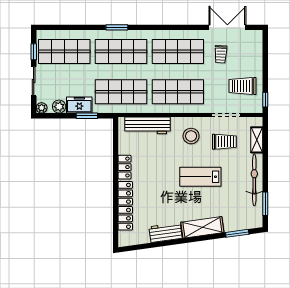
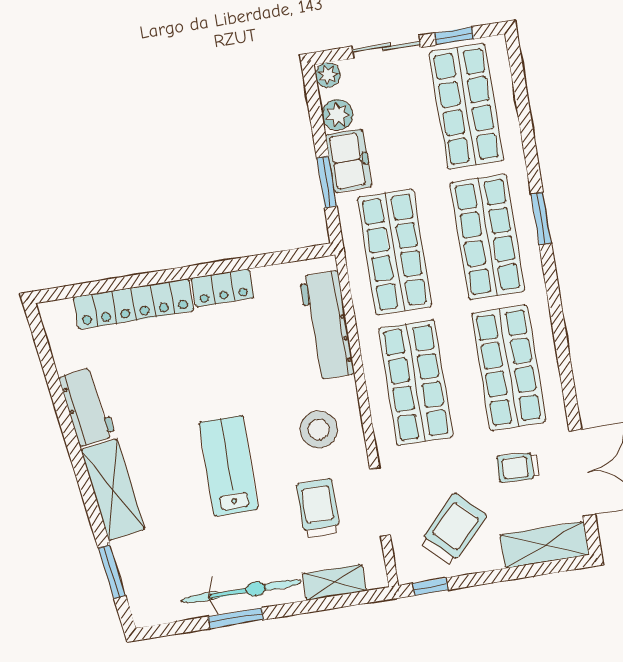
shelving: (255, 48) -> (545, 545), added
trolley: (243, 86) -> (453, 529), turned 44
trolley: (224, 142) -> (318, 508), turned 180
window: (265, 204) -> (236, 618), moved

